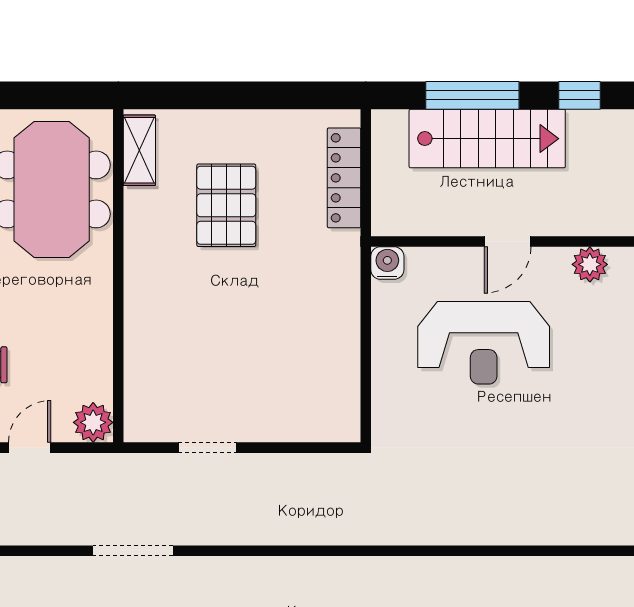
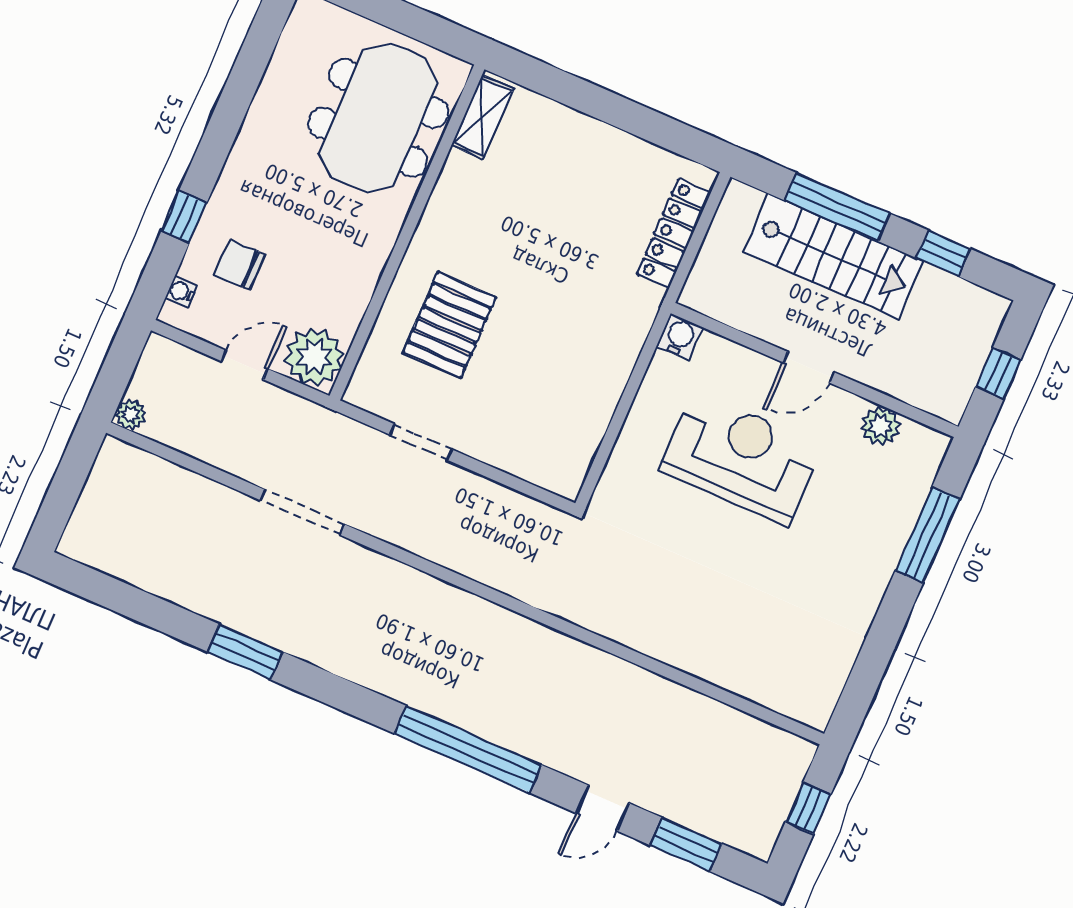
pallet: (226, 205) -> (449, 325), moved
reception desk: (484, 343) -> (741, 458), turned 180
plant: (93, 422) -> (314, 357), width x1.36, depth x1.36

